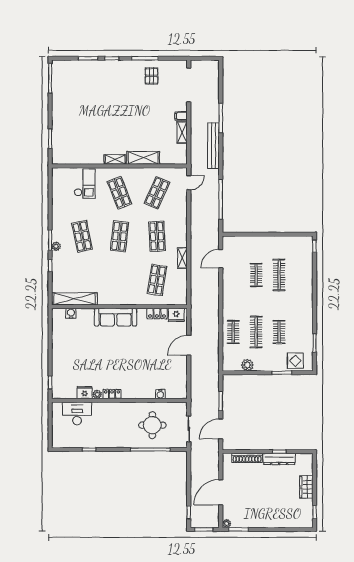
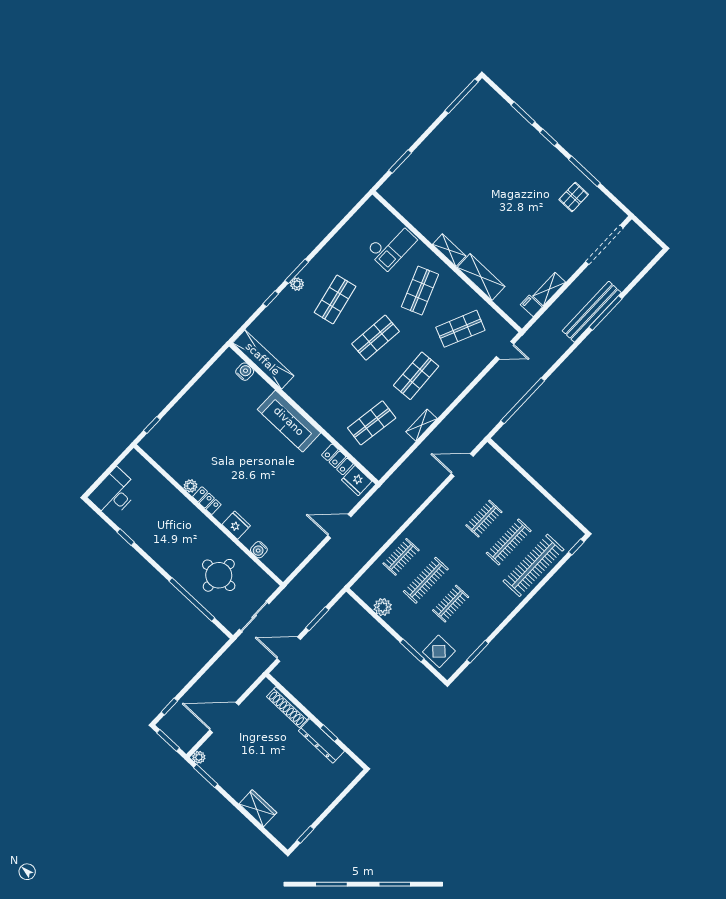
filing cabinet: (181, 116) -> (531, 306), moved
bench: (213, 146) -> (592, 312), moved
clothes rail: (302, 275) -> (534, 565), added
fridge: (85, 393) -> (236, 525), moved
desk: (77, 414) -> (114, 493), moved, turned -90
wardrobe: (306, 487) -> (258, 808), moved, turned 90

